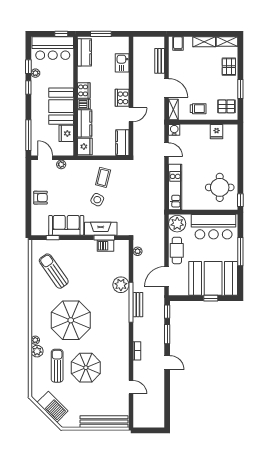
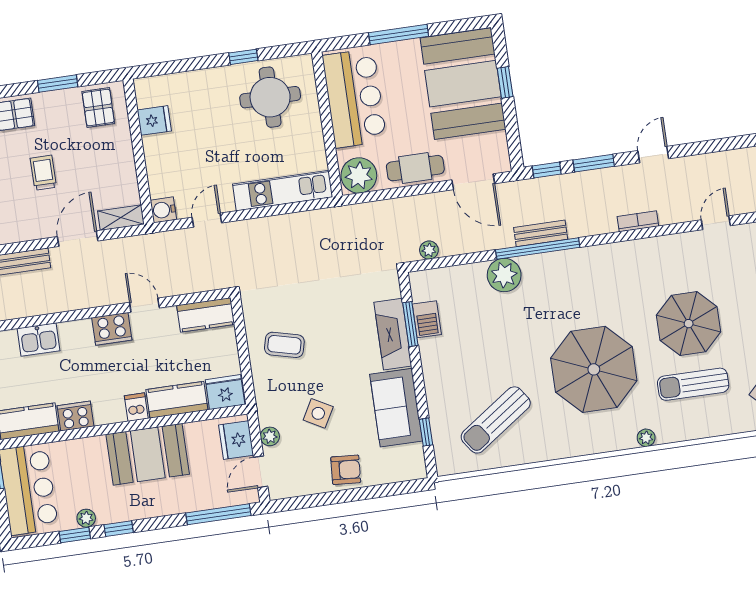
cooker: (84, 90) -> (75, 416), moved
trolley: (198, 109) -> (43, 173), moved
fridge: (66, 133) -> (236, 440), moved, turned 90
armchair: (41, 198) -> (346, 470), turned 94
side table: (97, 200) -> (318, 413), moved
window: (240, 200) -> (243, 57), moved
plant: (37, 351) -> (669, 431), removed

